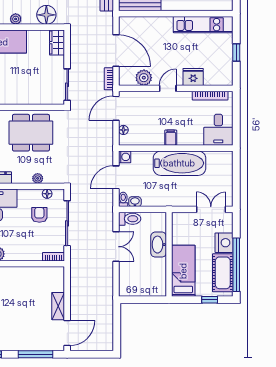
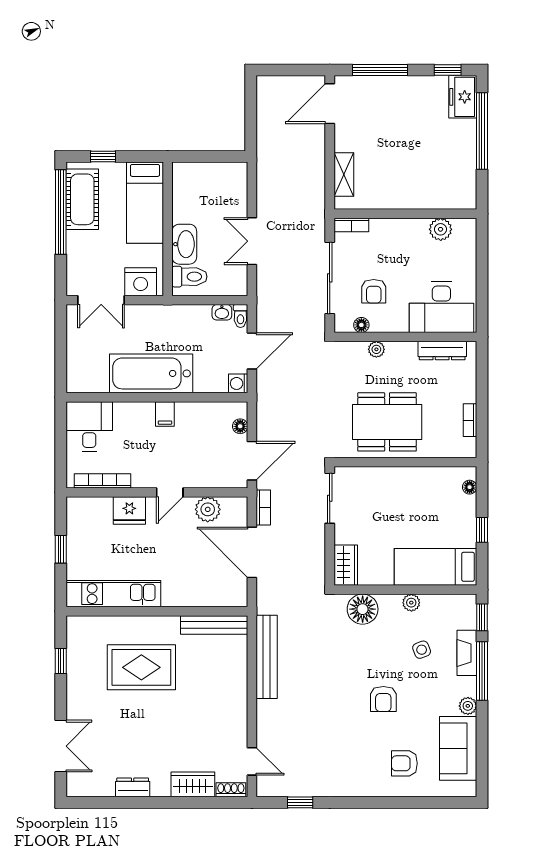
toilet: (130, 219) -> (189, 277), moved, turned 180
nightstand: (224, 243) -> (141, 282), moved, turned -90
shelving: (58, 306) -> (344, 175), moved

